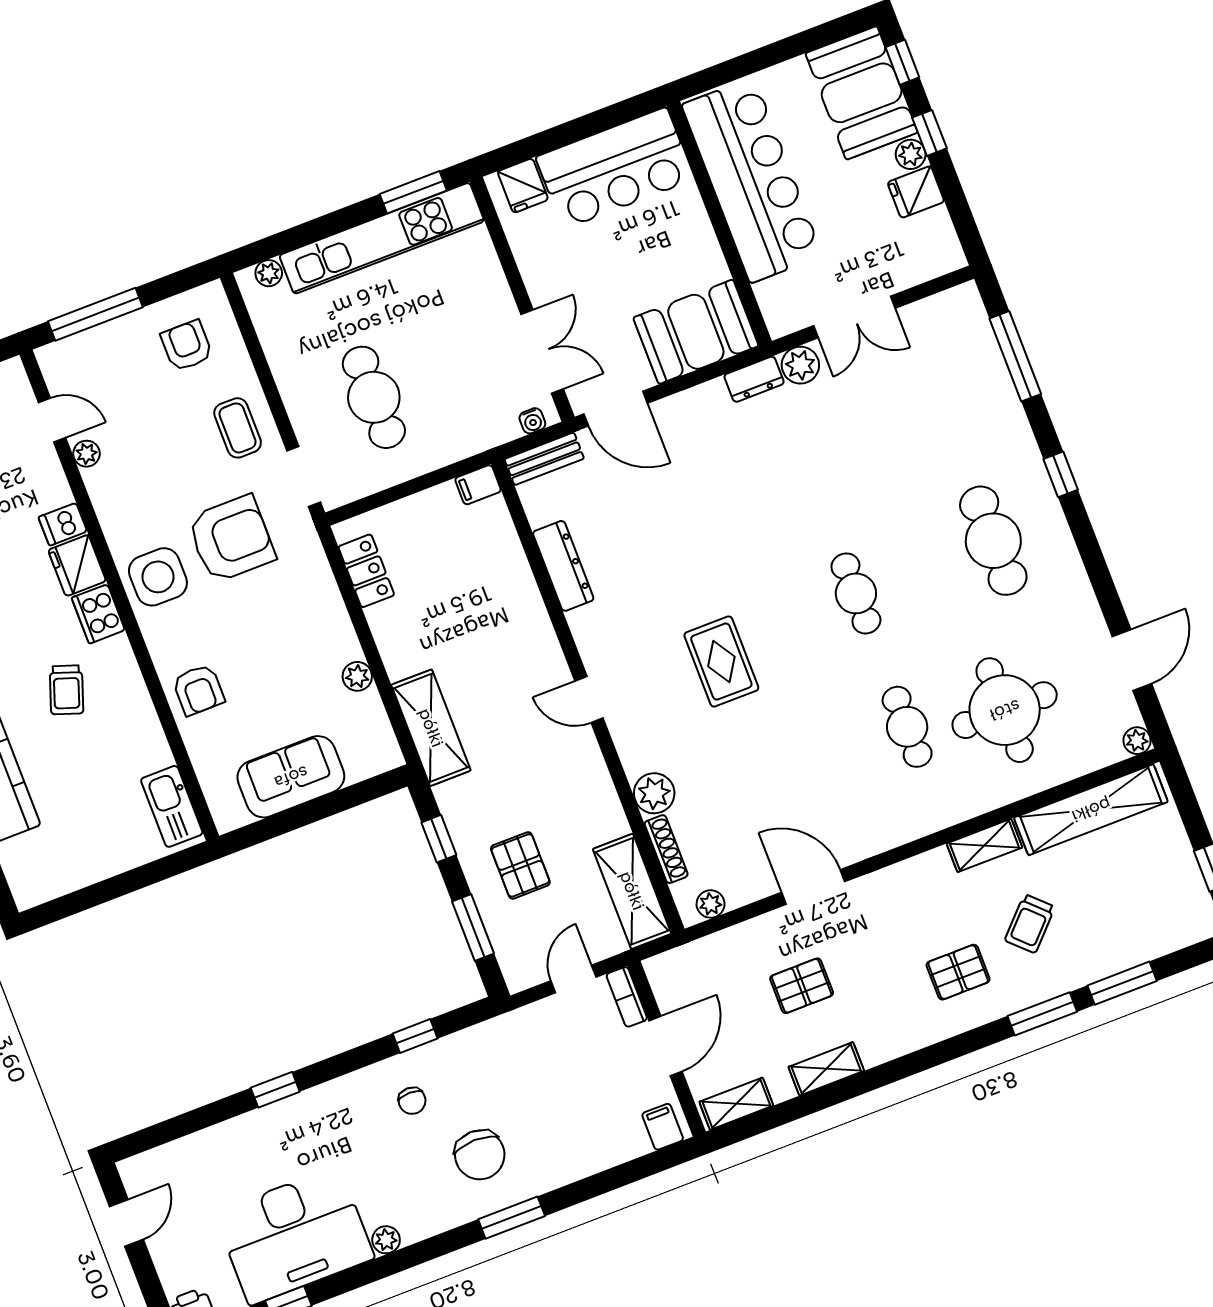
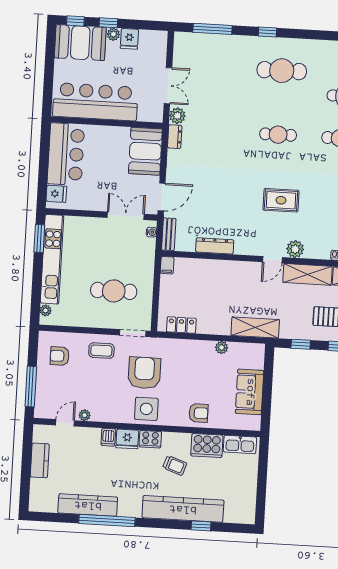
cooker: (138, 738) -> (207, 446), added
shelving: (591, 787) -> (308, 274), added
plant: (654, 793) -> (295, 249), moved

